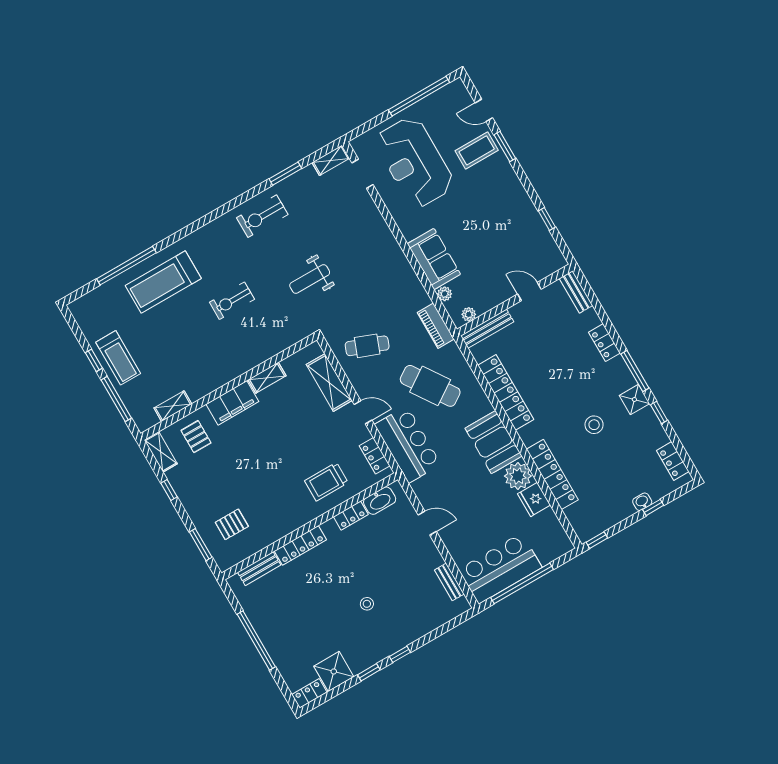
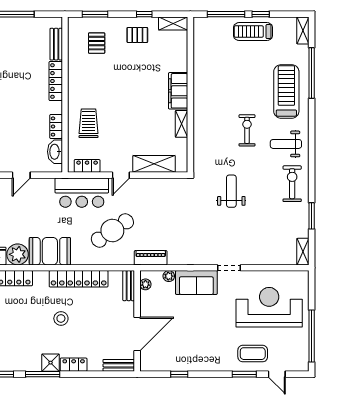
door: (484, 110) -> (277, 374), swing flipped
coffee table: (477, 150) -> (253, 354), turned 90
doorway: (363, 174) -> (229, 268), moved
weight bench: (222, 249) -> (286, 144), added
door: (529, 292) -> (137, 334), width x1.88
bench: (487, 329) -> (129, 286), width x0.73
cafe table: (367, 346) -> (164, 204), removed
shower: (634, 399) -> (51, 363), moved
shelving: (173, 406) -> (303, 30), moved
stool: (594, 425) -> (61, 318), moved
pallet: (196, 437) -> (137, 35), moved

